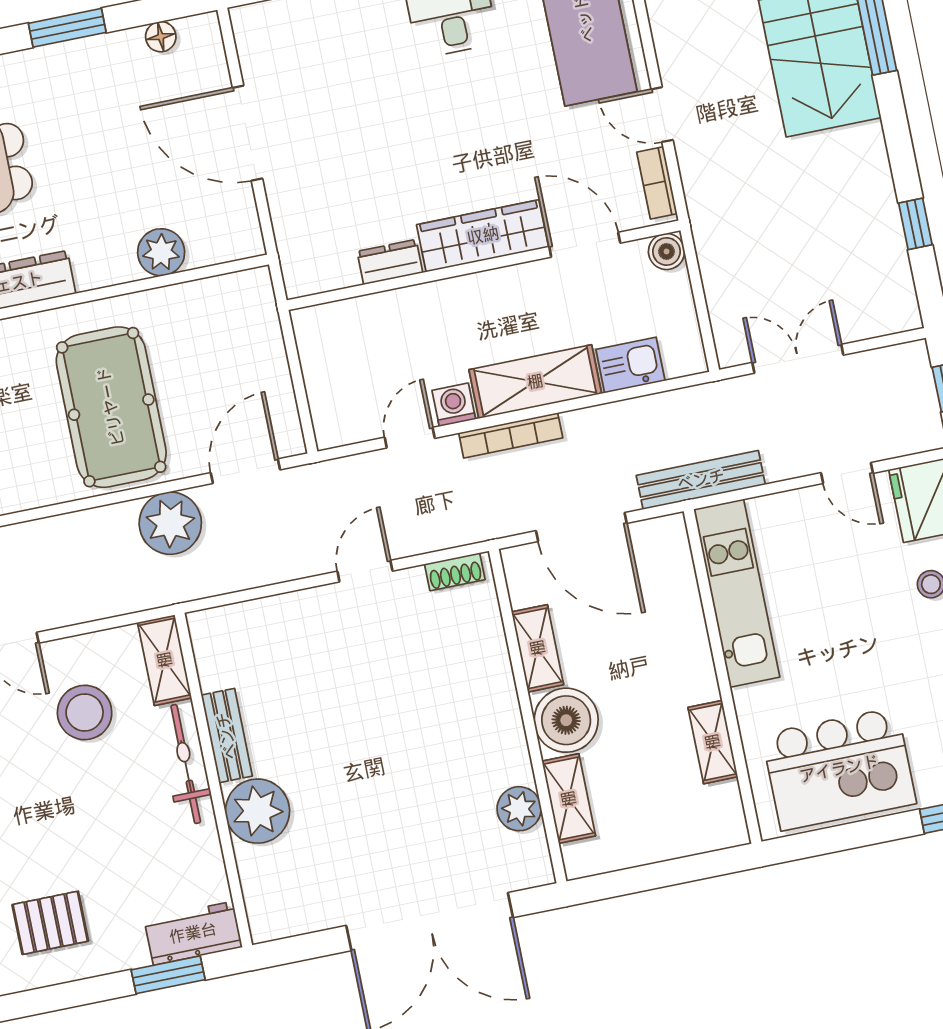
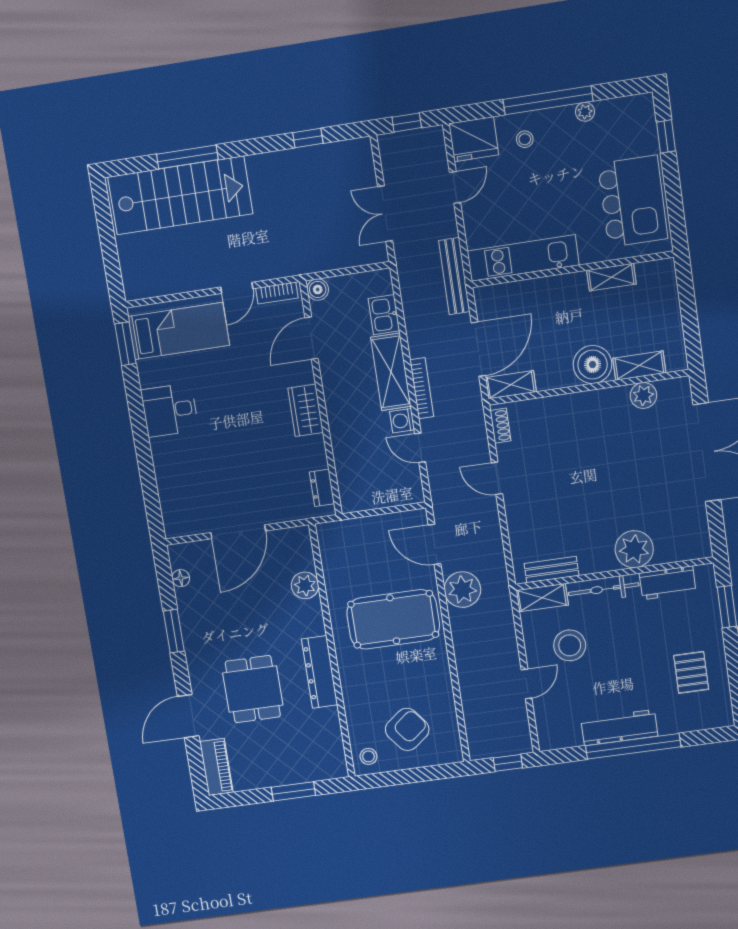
wardrobe: (483, 236) -> (306, 410), width x0.67
dresser: (390, 262) -> (322, 488), moved
shelving: (538, 648) -> (511, 385), moved
bench: (227, 736) -> (551, 570), moved
workbench: (193, 933) -> (668, 583), moved, turned -90

